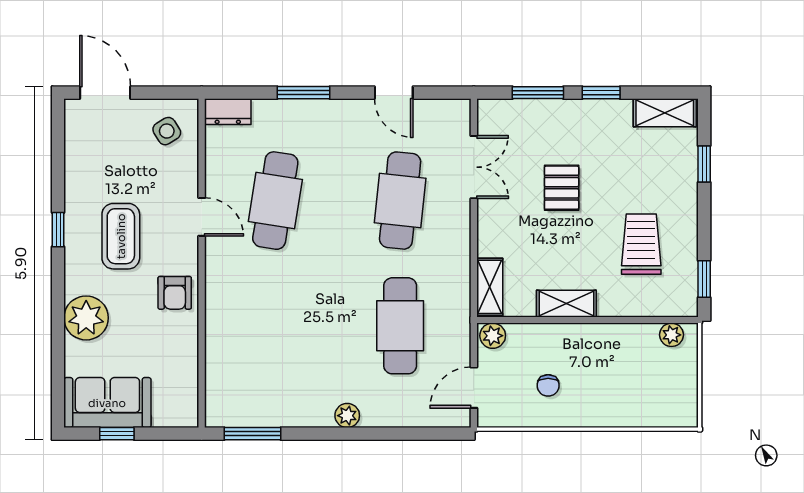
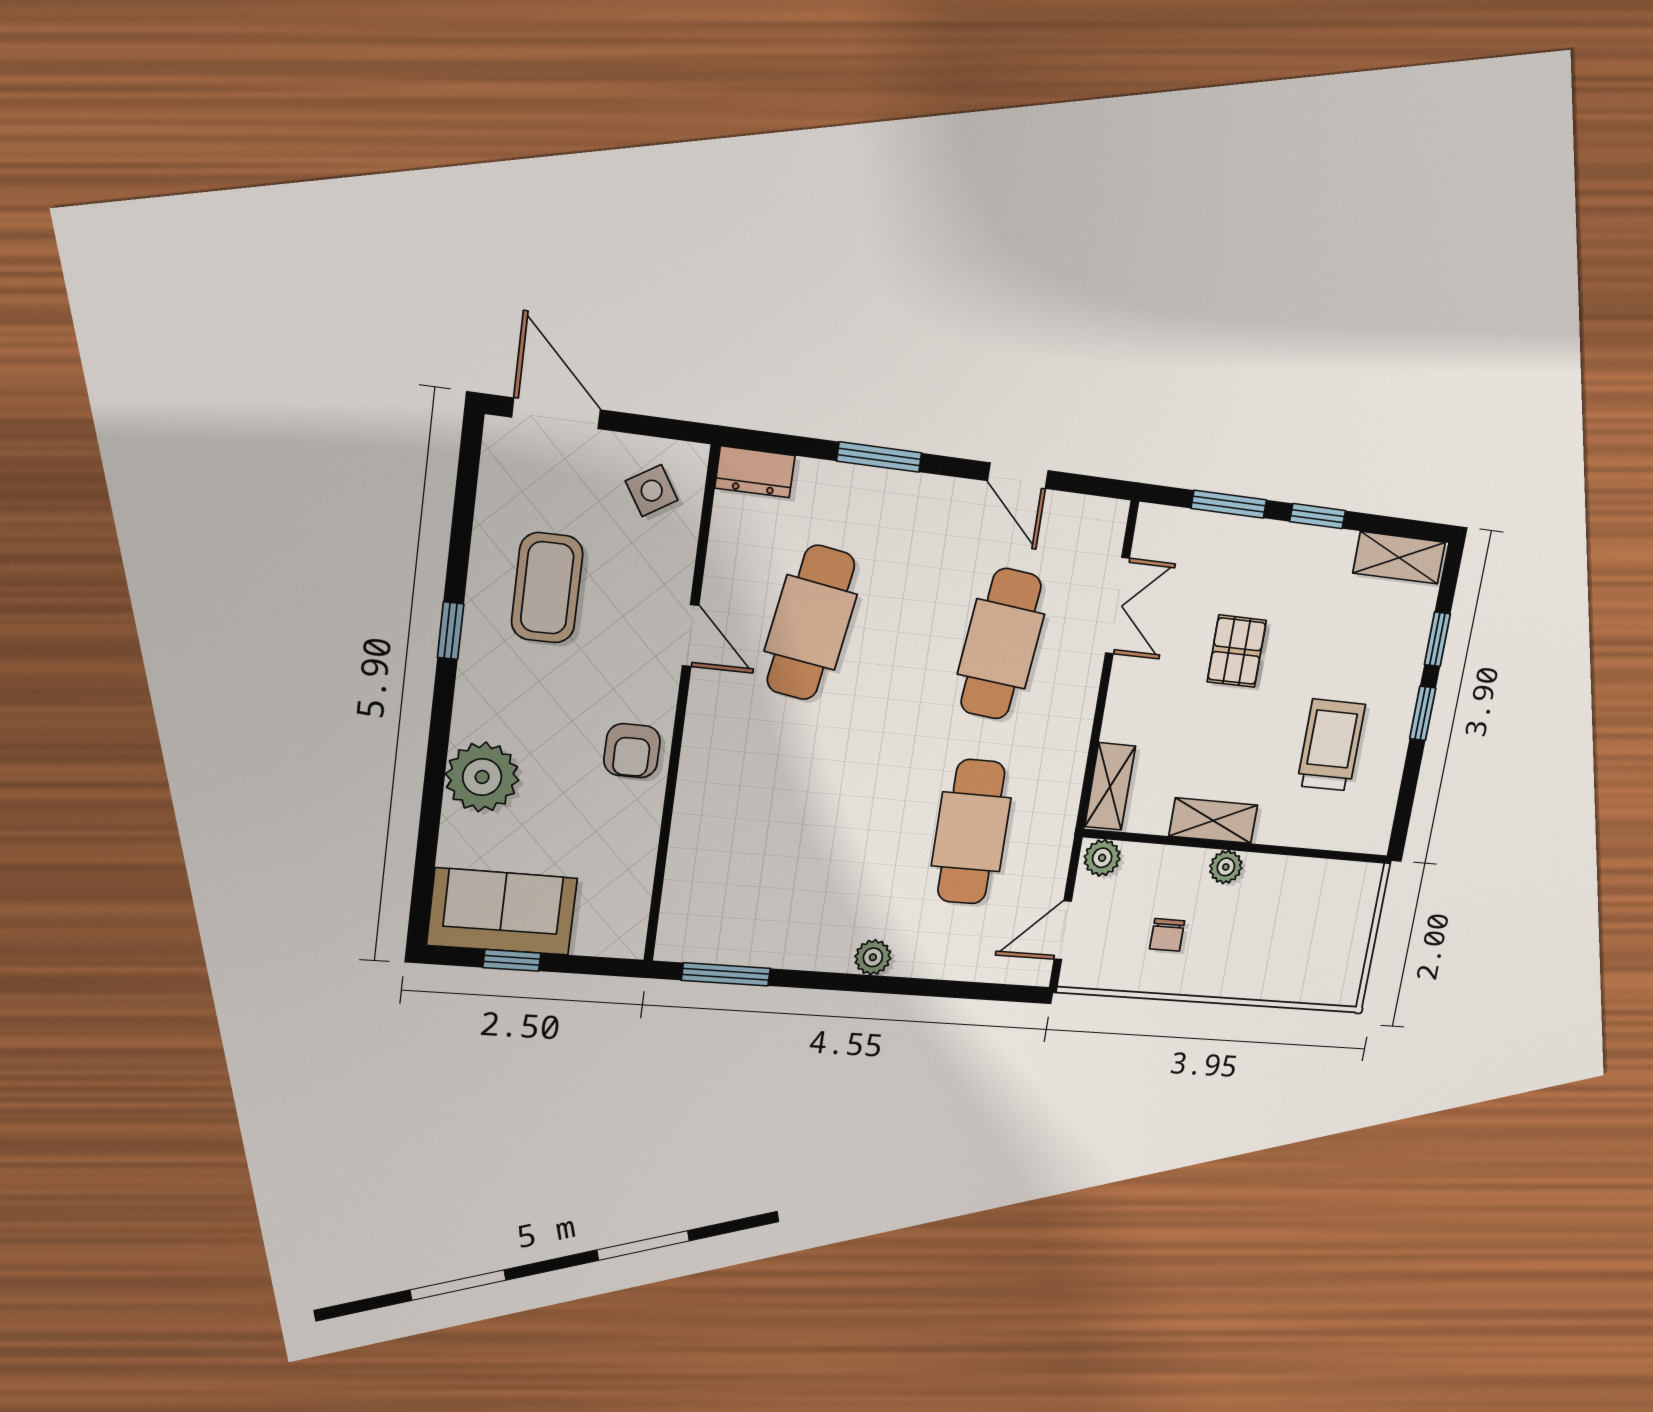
coffee table: (121, 236) -> (547, 588), moved
window: (704, 279) -> (1423, 713), moved
plant: (672, 335) -> (1226, 867), moved

